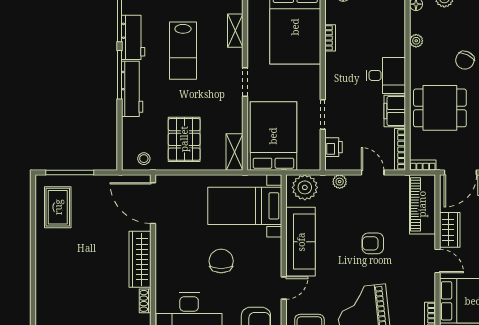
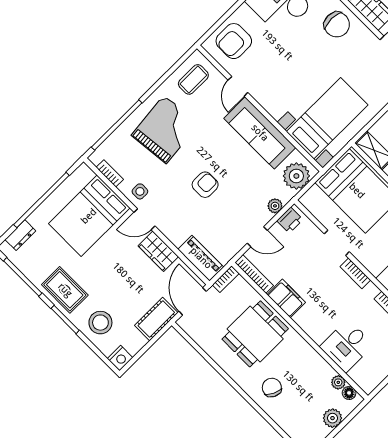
plant: (416, 41) -> (338, 382), moved
desk: (386, 75) -> (347, 346), moved
bookcase: (331, 81) -> (355, 273), added
printer: (333, 147) -> (290, 220), moved, turned -90
piano: (422, 204) -> (201, 258), width x0.73, depth x0.75
chair: (221, 261) -> (337, 24), moved
side table: (422, 283) -> (140, 191), added

